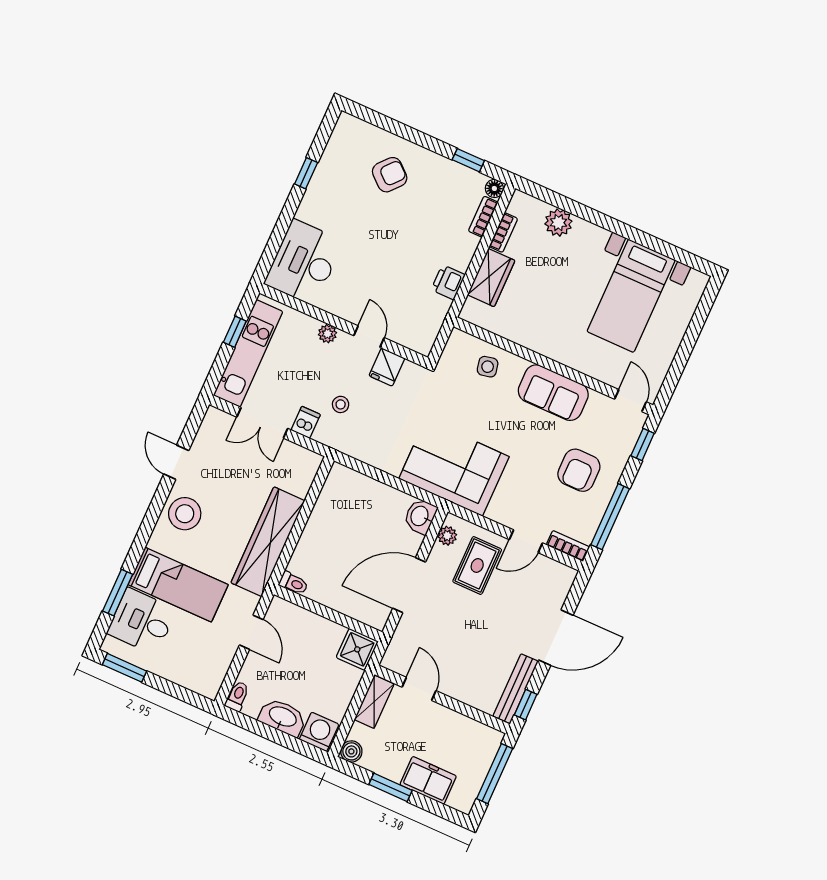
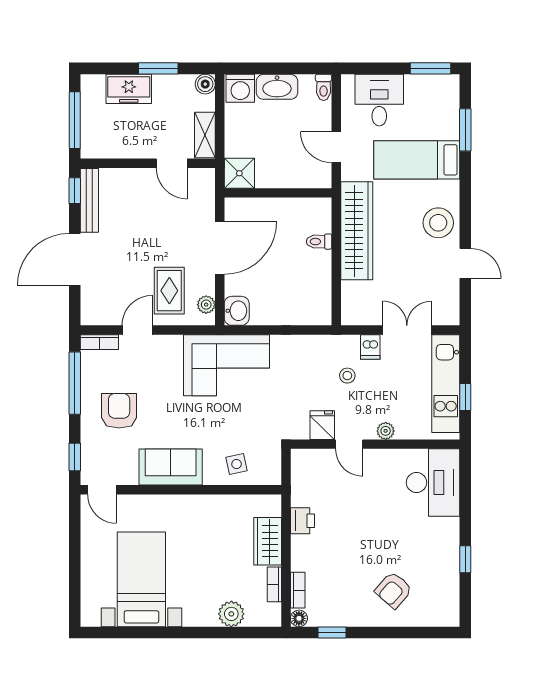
toilet: (294, 583) -> (319, 242), moved
desk: (142, 621) -> (379, 100), moved, turned -90

